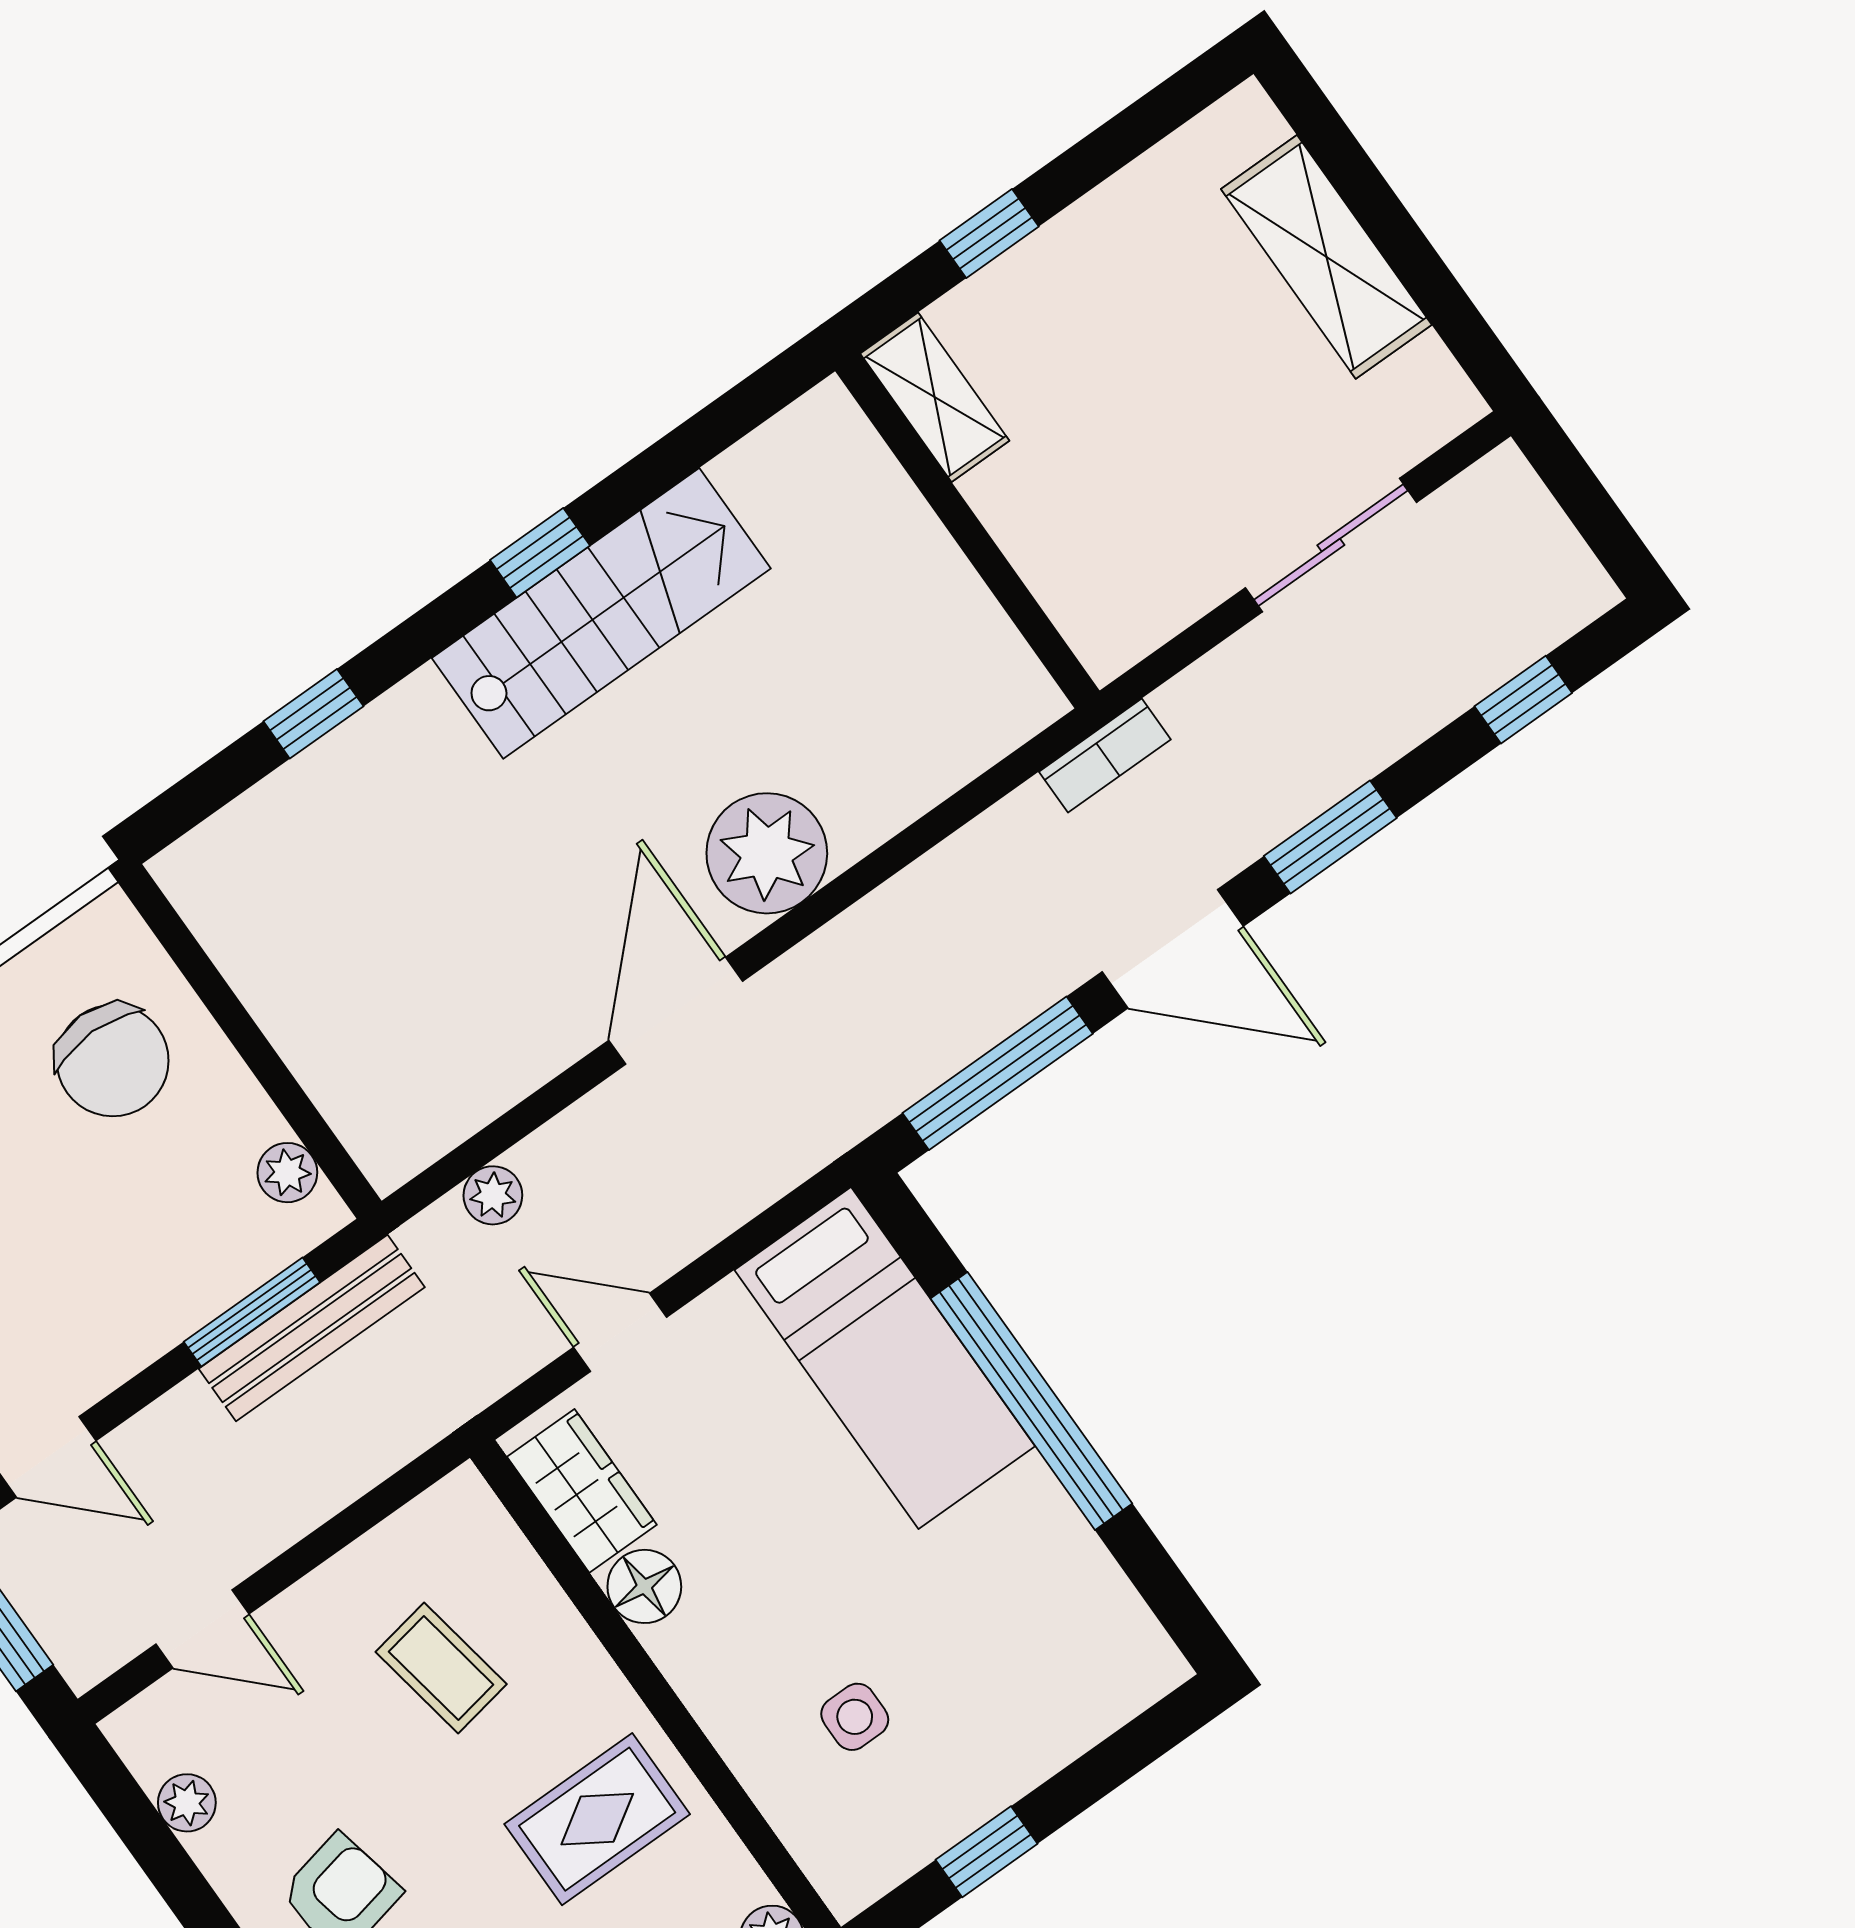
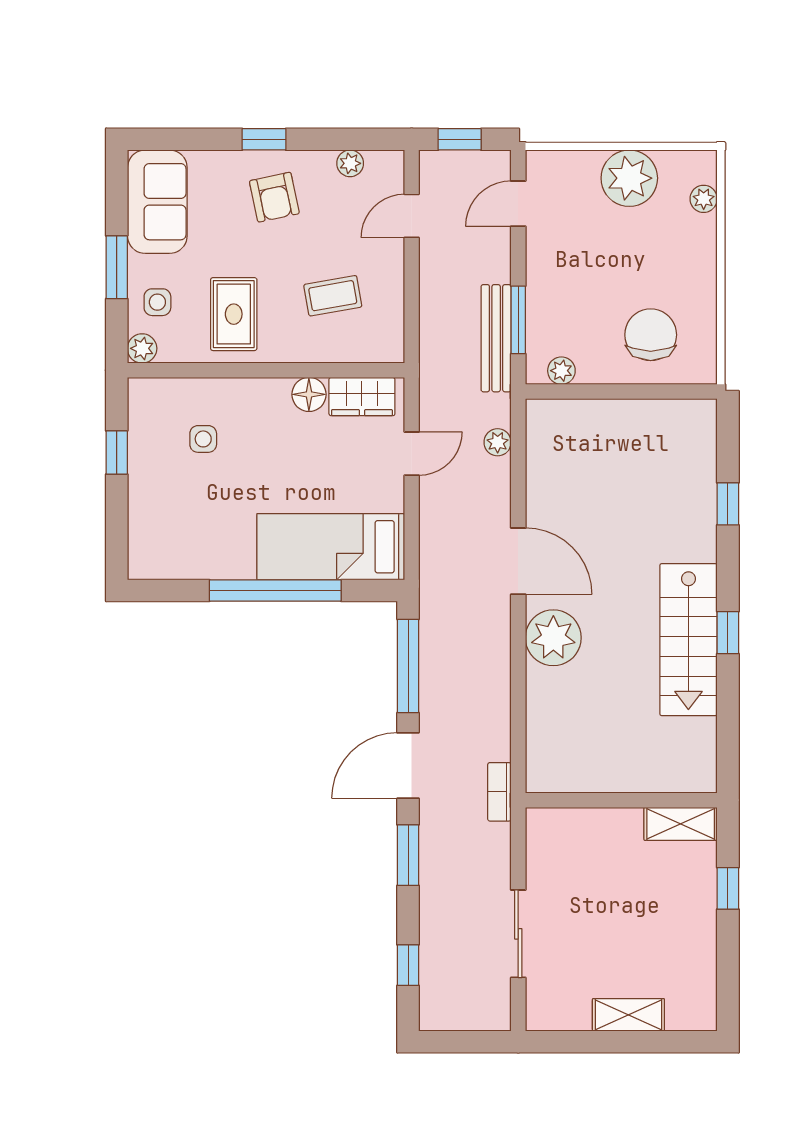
shelving: (1326, 257) -> (628, 1015), width x0.67, depth x0.75
chair: (113, 1061) -> (651, 335), turned 90

